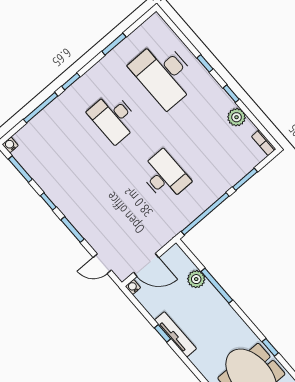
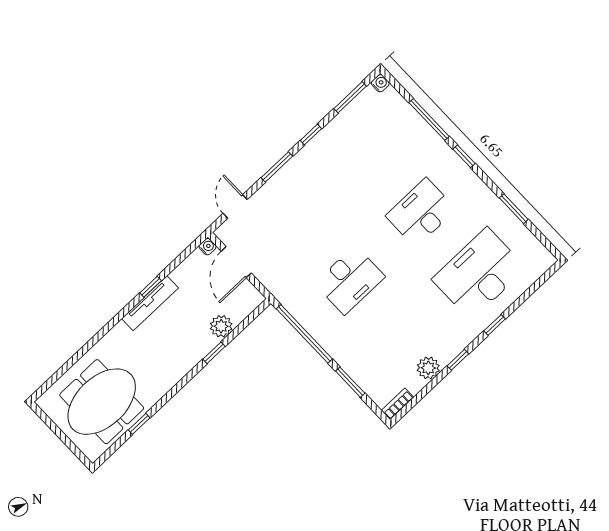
window: (217, 286) -> (214, 353), width x0.46

